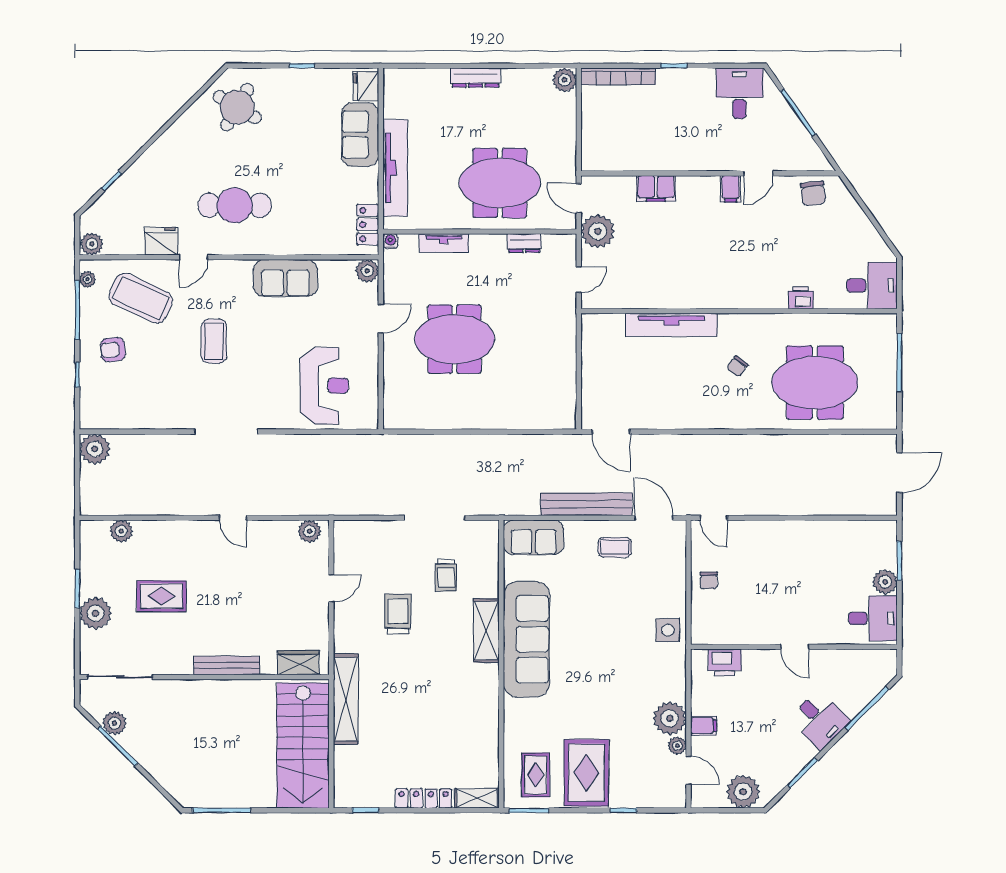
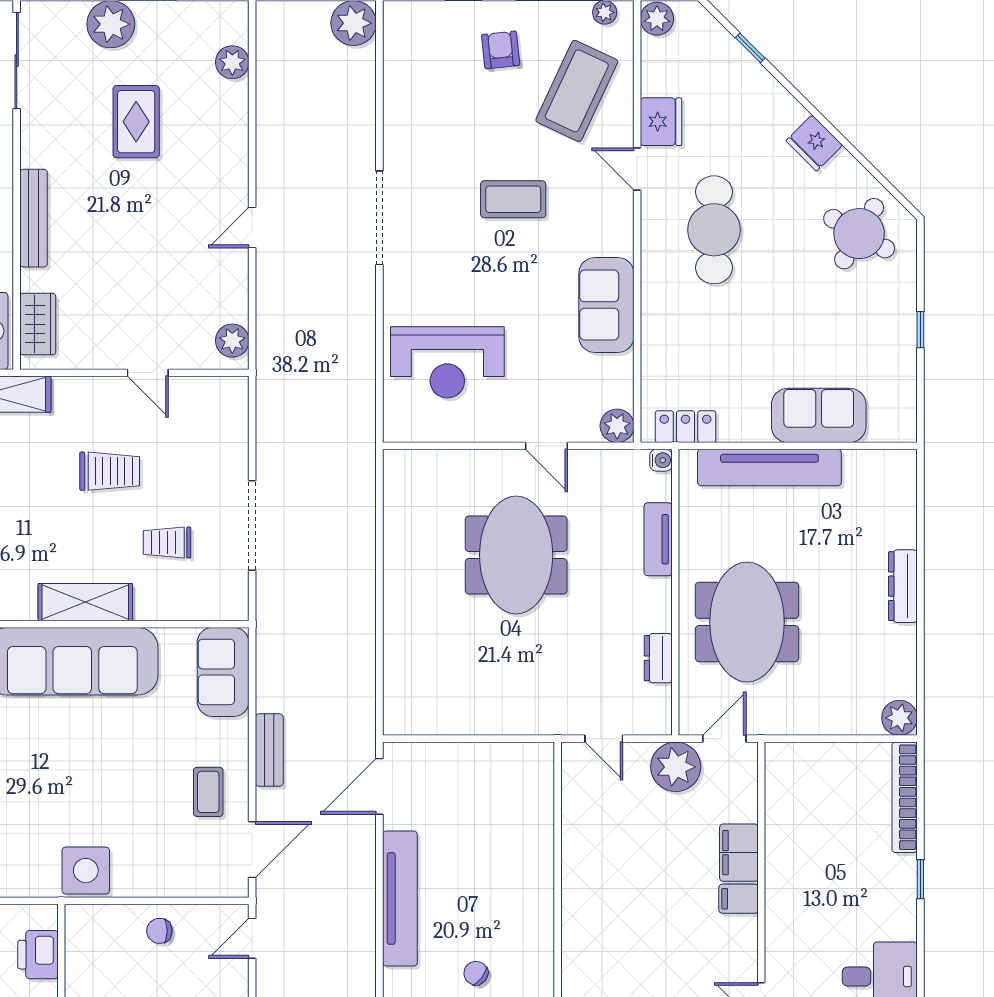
fridge: (366, 86) -> (814, 143), moved, turned -135
filing cabinet: (731, 189) -> (738, 899), moved
tv unit: (672, 325) -> (400, 898), moved, turned 180
bench: (586, 504) -> (269, 750), width x0.54, depth x0.82
side table: (668, 630) -> (86, 871), width x1.37, depth x1.37

